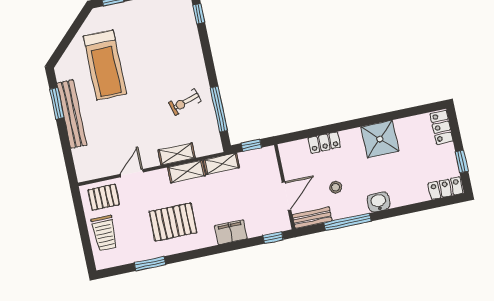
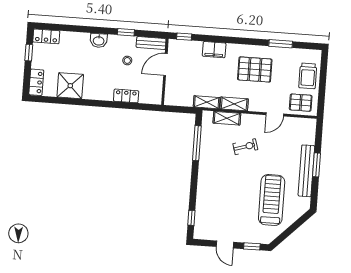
exercise bike: (185, 102) -> (245, 147), moved
window: (57, 103) -> (317, 165), moved
shower: (380, 139) -> (70, 86), moved
window: (251, 145) -> (181, 109), removed
shelving: (177, 154) -> (227, 118), moved
window: (348, 222) -> (126, 32), width x0.46
trolley: (104, 233) -> (308, 76), turned 180

